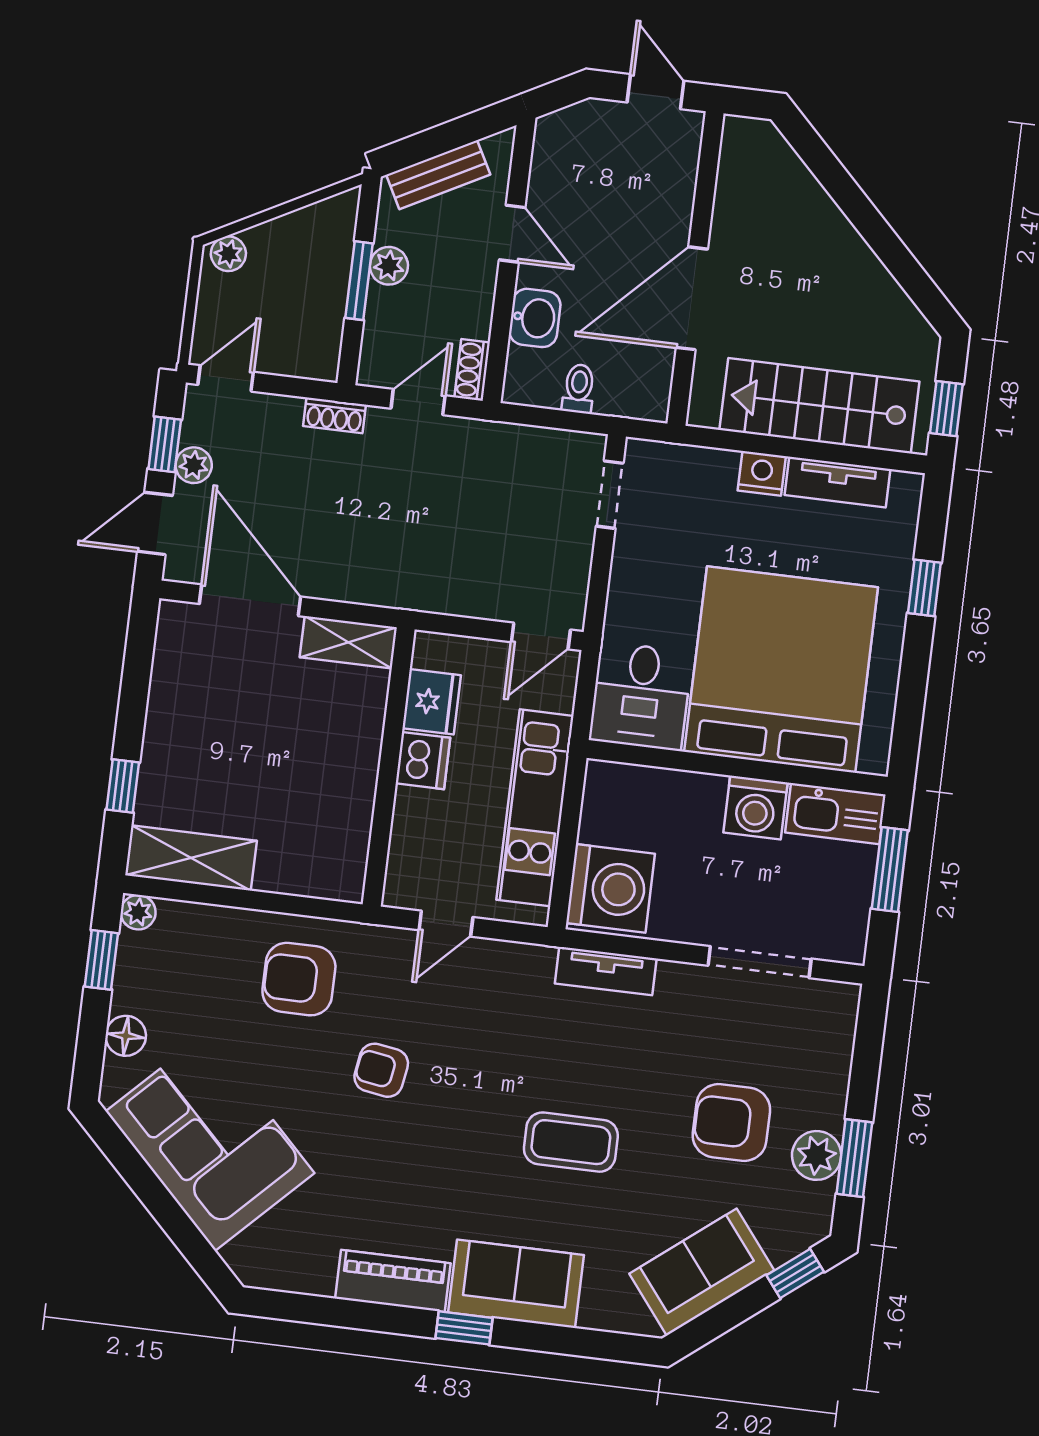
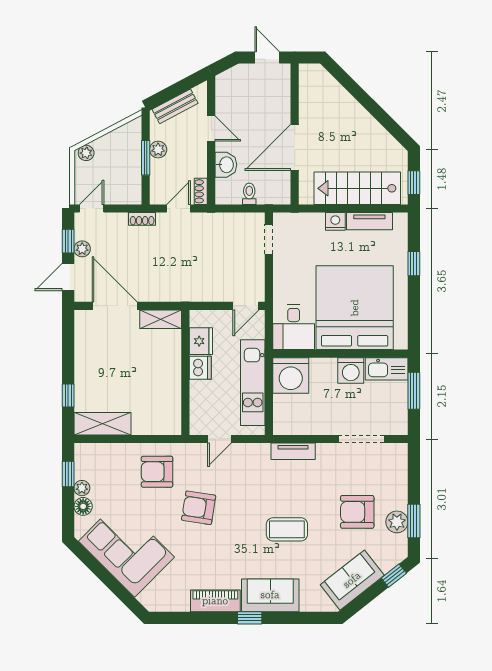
washing machine: (611, 888) -> (291, 375), moved, turned 90
plant: (138, 912) -> (82, 488), moved
armchair: (381, 1070) -> (199, 508), width x1.38, depth x1.38

